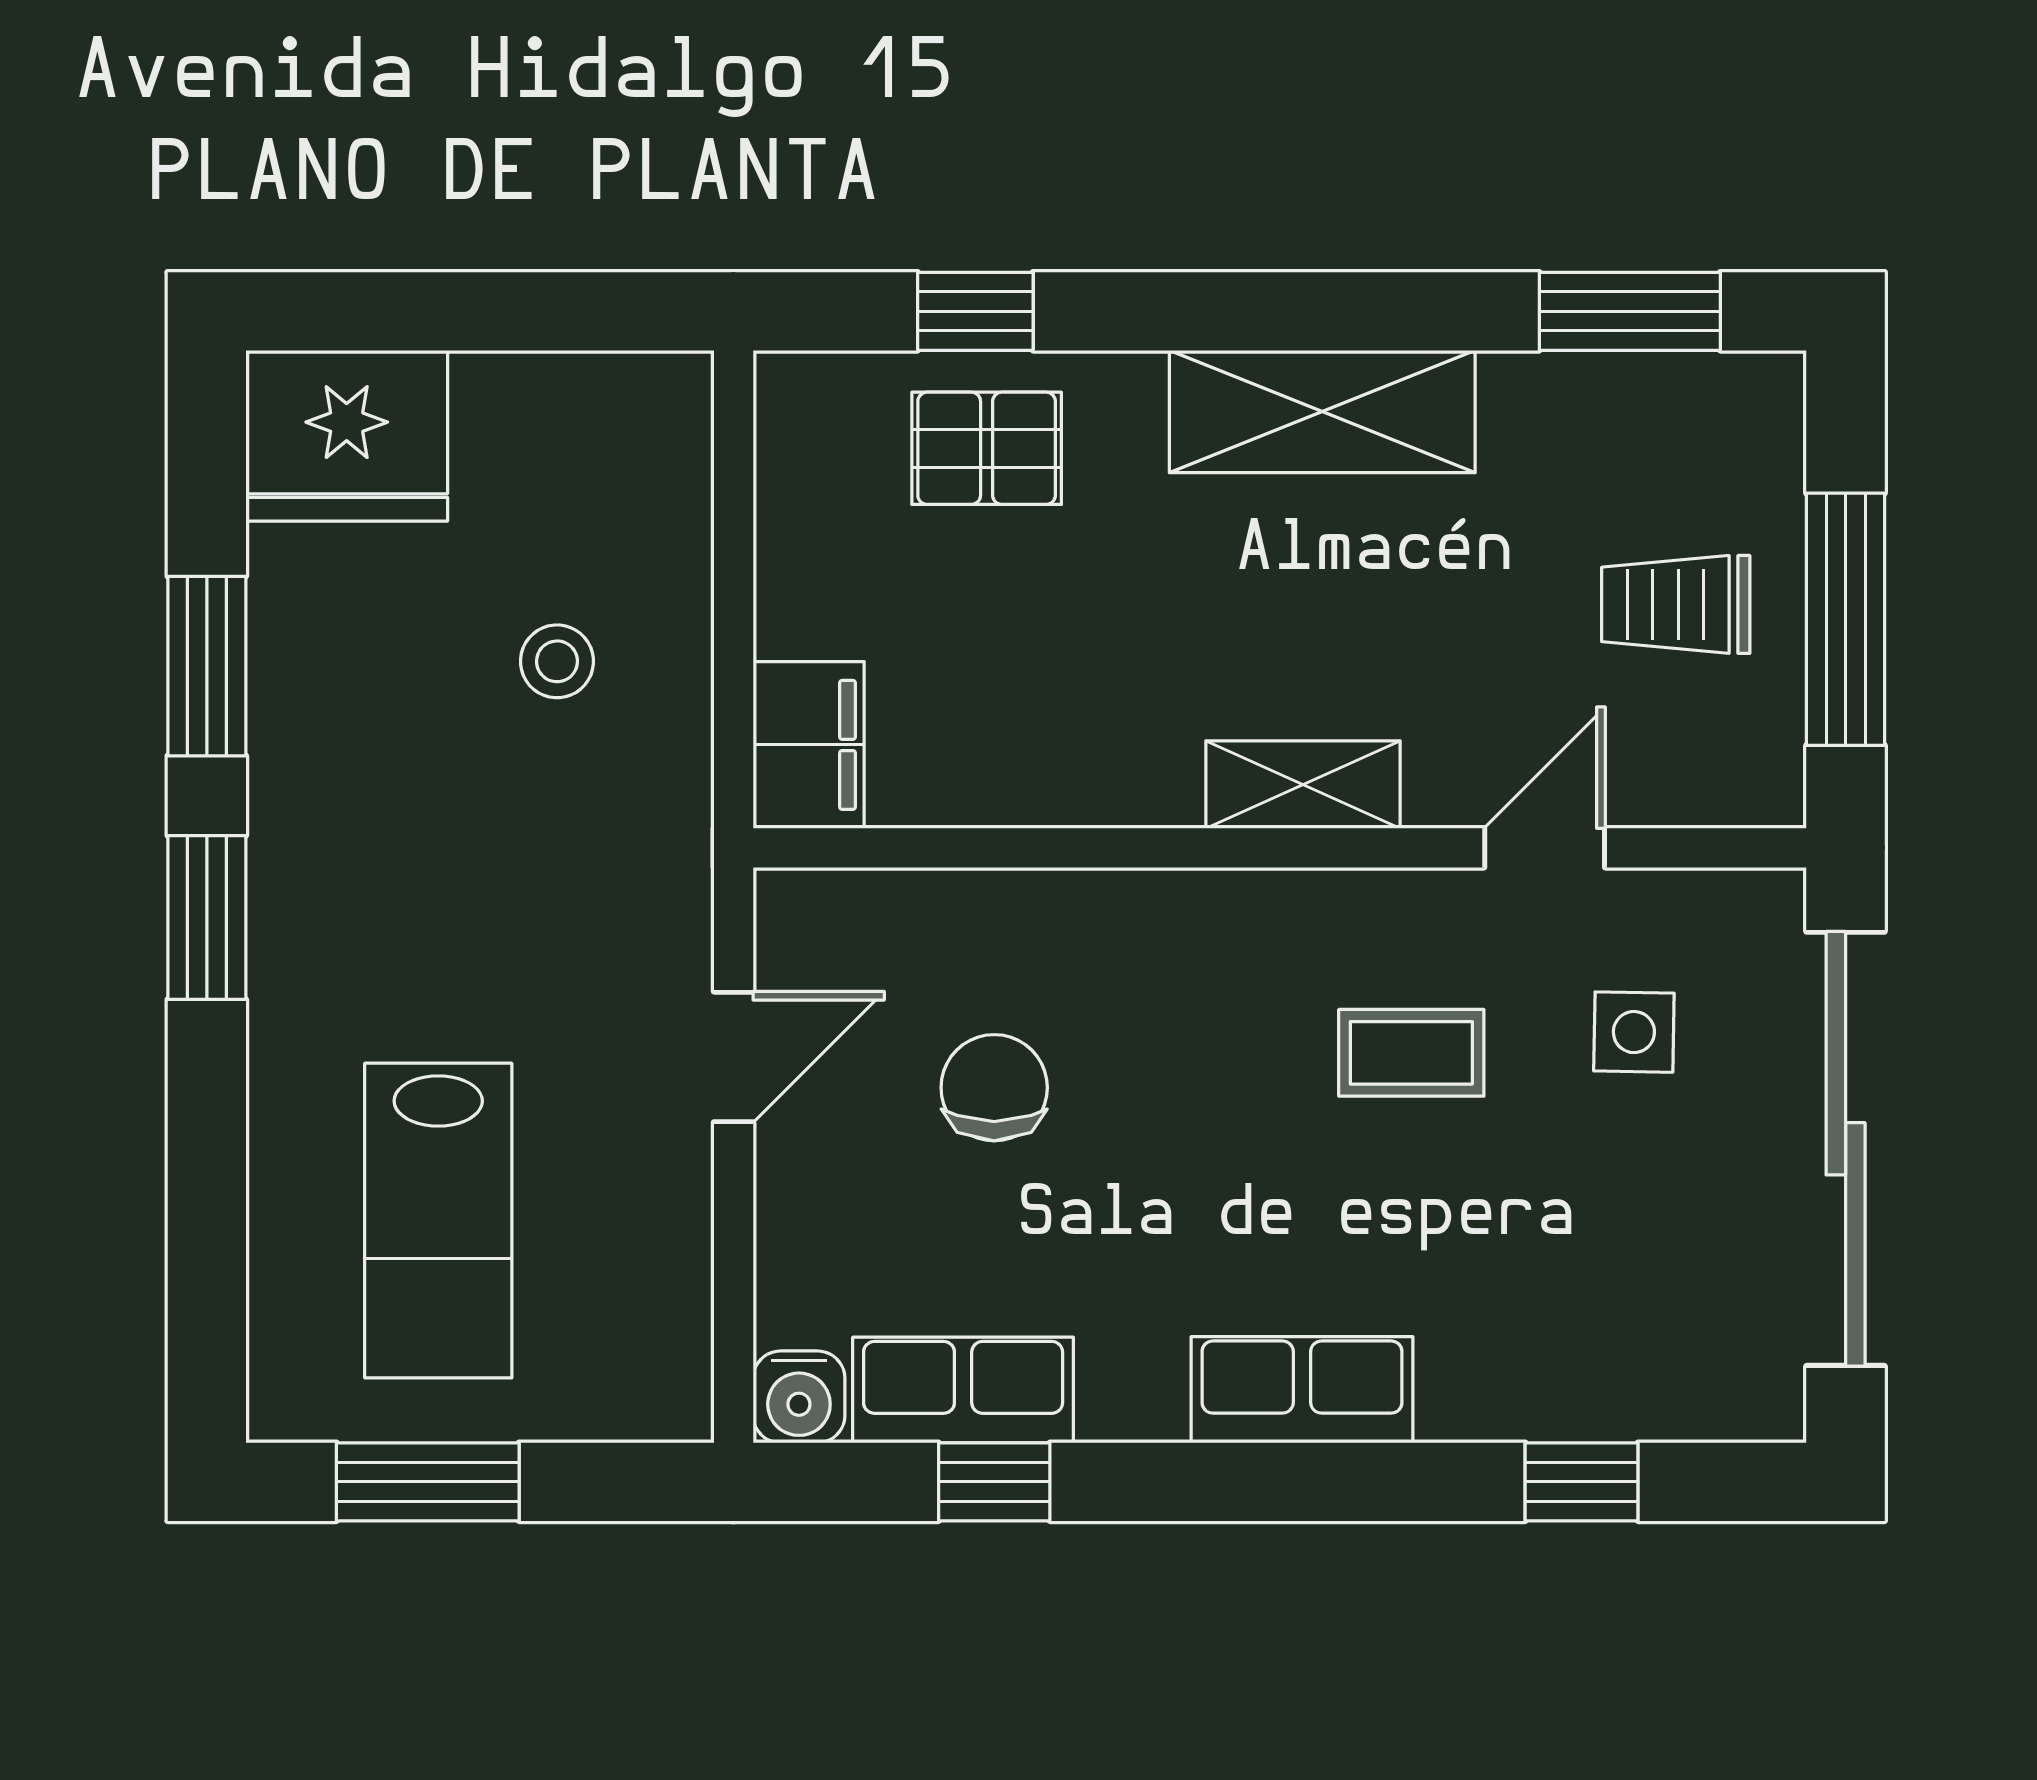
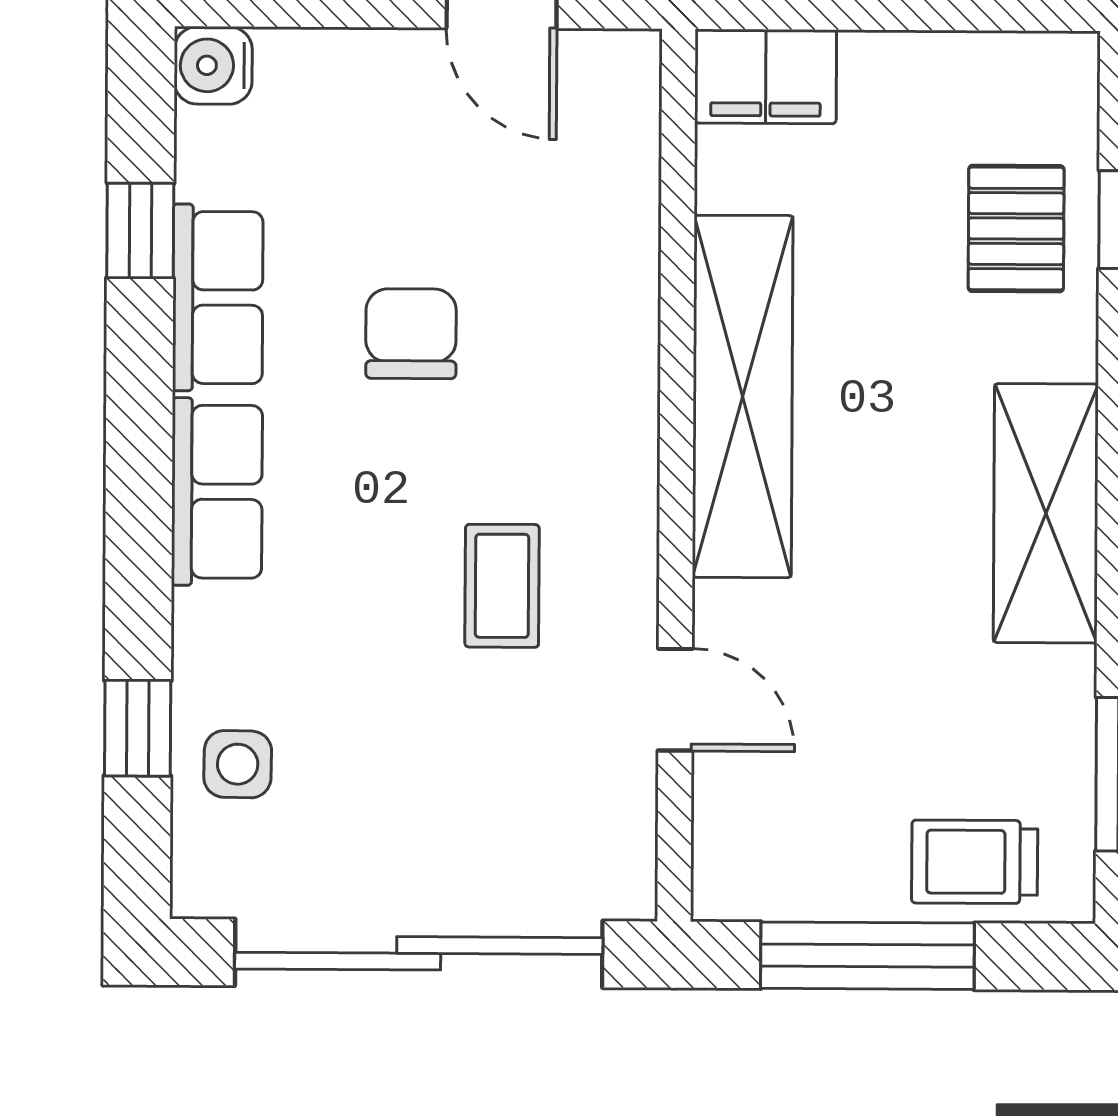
trolley: (1676, 604) -> (975, 862), moved, turned -90
shelving: (1303, 785) -> (743, 396), width x2.20, depth x1.33
side table: (1634, 1032) -> (238, 764), moved
chair: (994, 1088) -> (411, 334), moved, turned -90
row of seats: (963, 1390) -> (218, 298), moved

